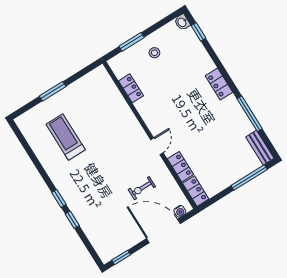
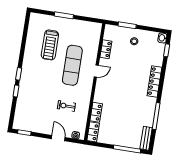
locker: (219, 84) -> (154, 82), width x1.53
treadmill: (66, 137) -> (50, 45), turned 180
exercise mat: (110, 138) -> (72, 65), added
door: (157, 146) -> (96, 71), moved
door: (163, 231) -> (58, 138), width x0.53

